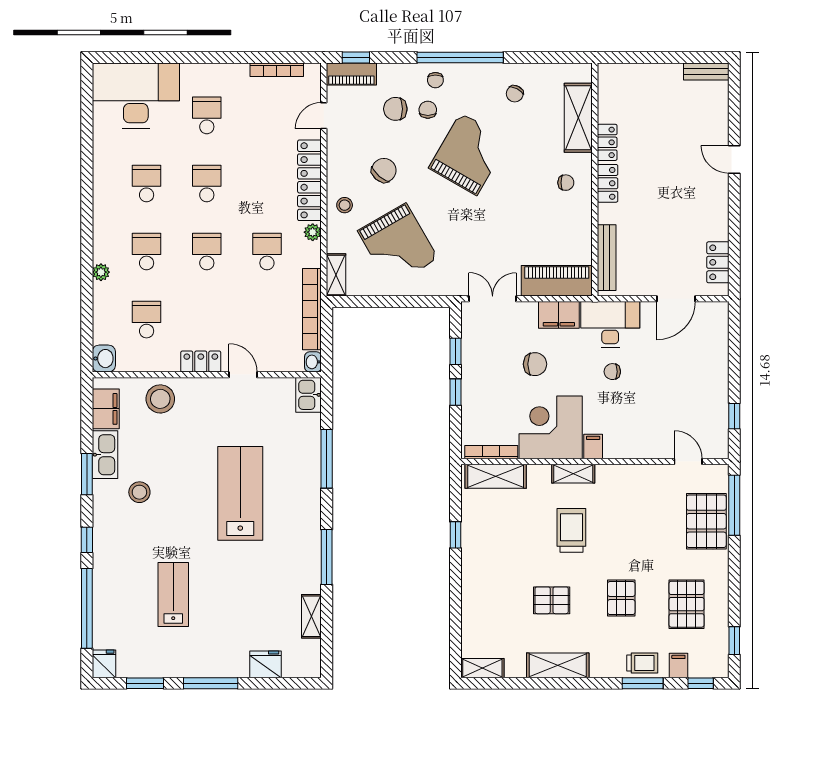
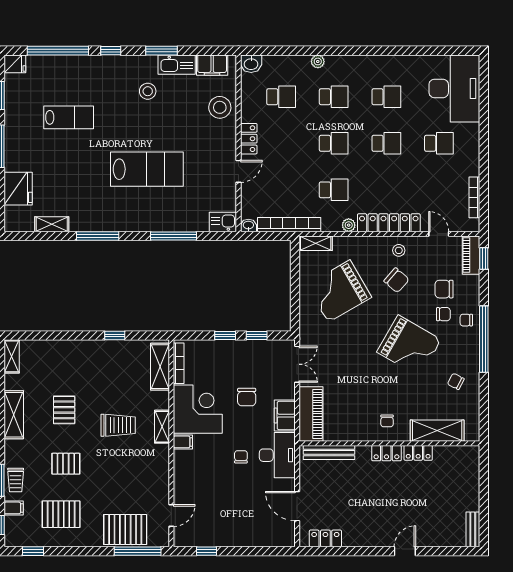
chair: (395, 109) -> (444, 289), turned -90
stool: (345, 205) -> (399, 250), moved
fridge: (266, 664) -> (18, 189), width x1.36, depth x1.34

